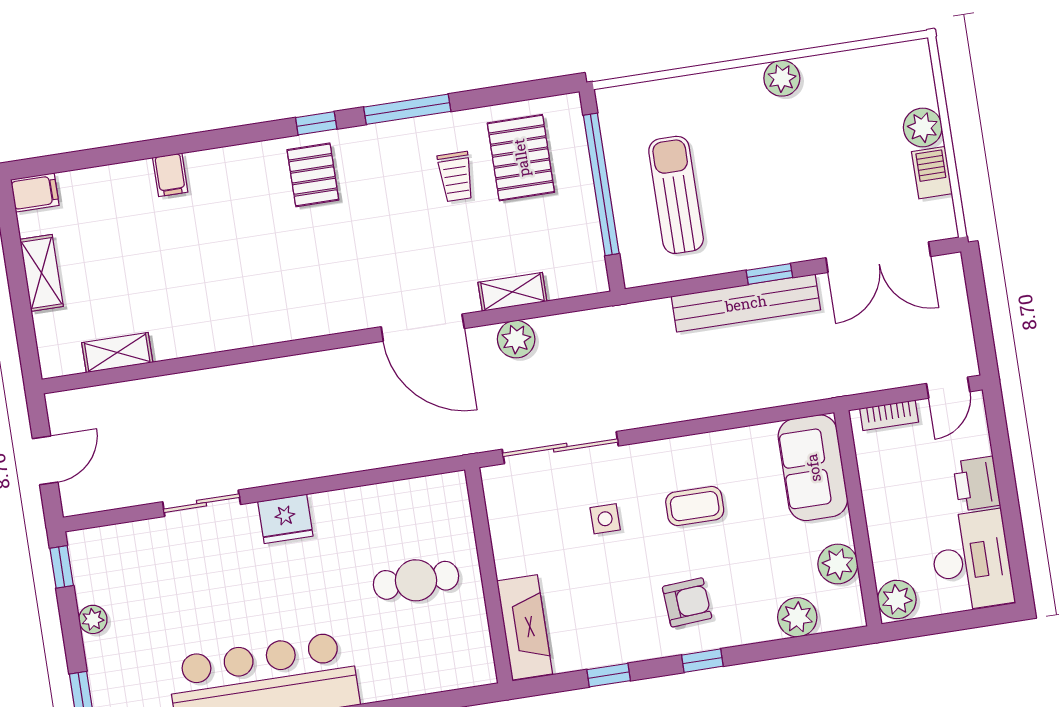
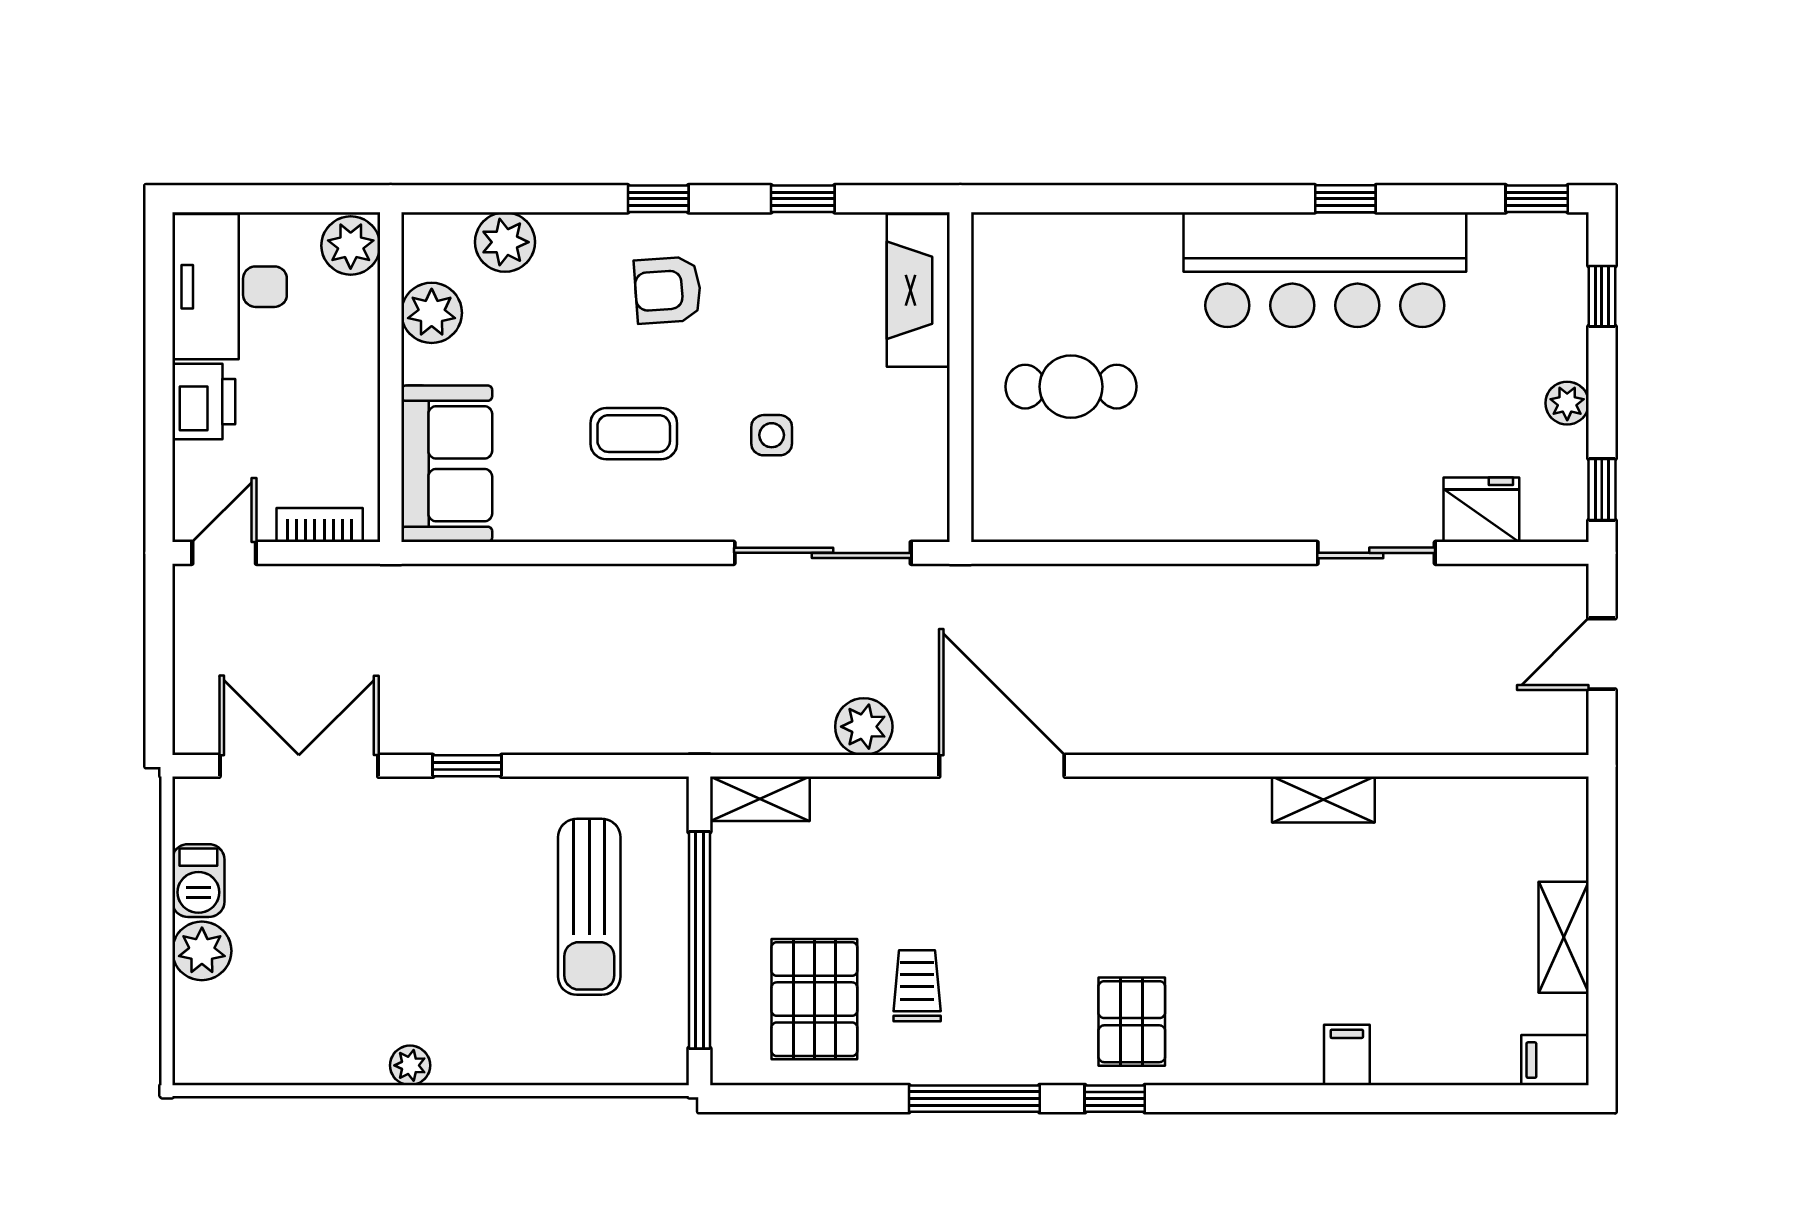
plant: (782, 78) -> (410, 1065), width x0.73, depth x0.73
shelving: (512, 292) -> (760, 799), moved
bench: (746, 303) -> (509, 728), removed
shelving: (117, 353) -> (1323, 800), moved
fridge: (285, 519) -> (1481, 510), moved

